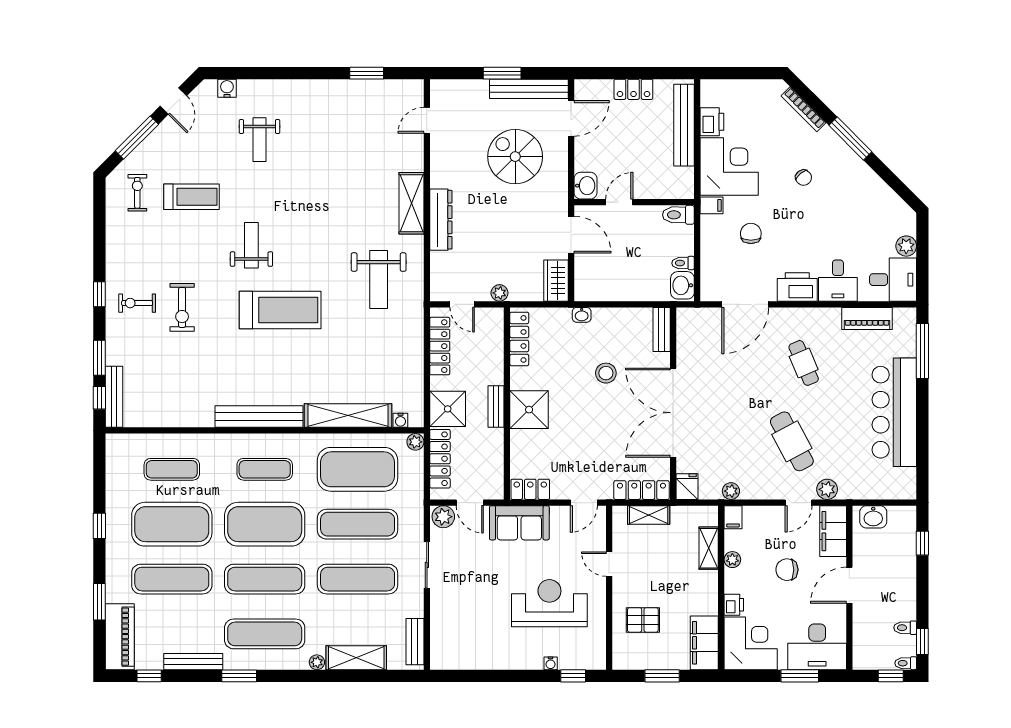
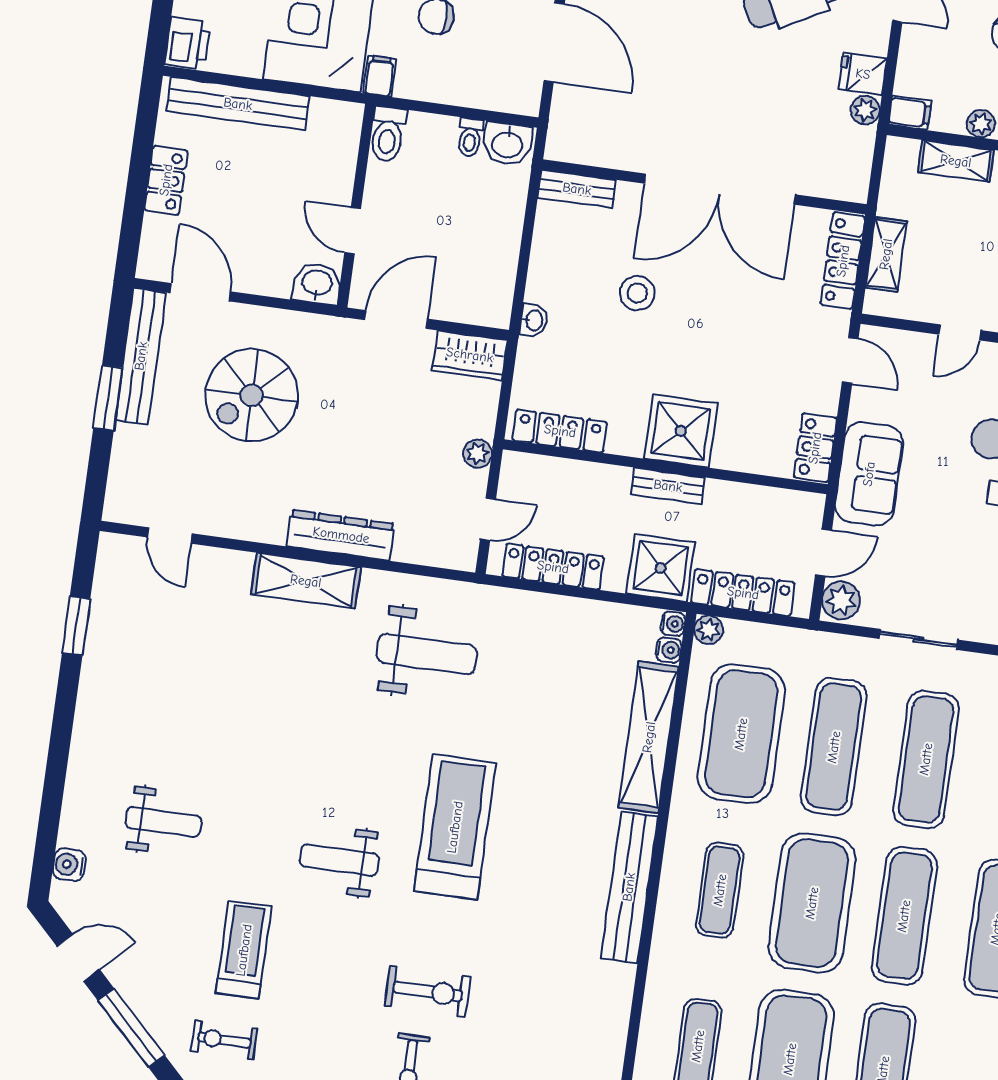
printer: (712, 122) -> (187, 43), moved, turned 90
water cooler: (416, 421) -> (673, 624), added
fridge: (687, 487) -> (863, 74), moved

